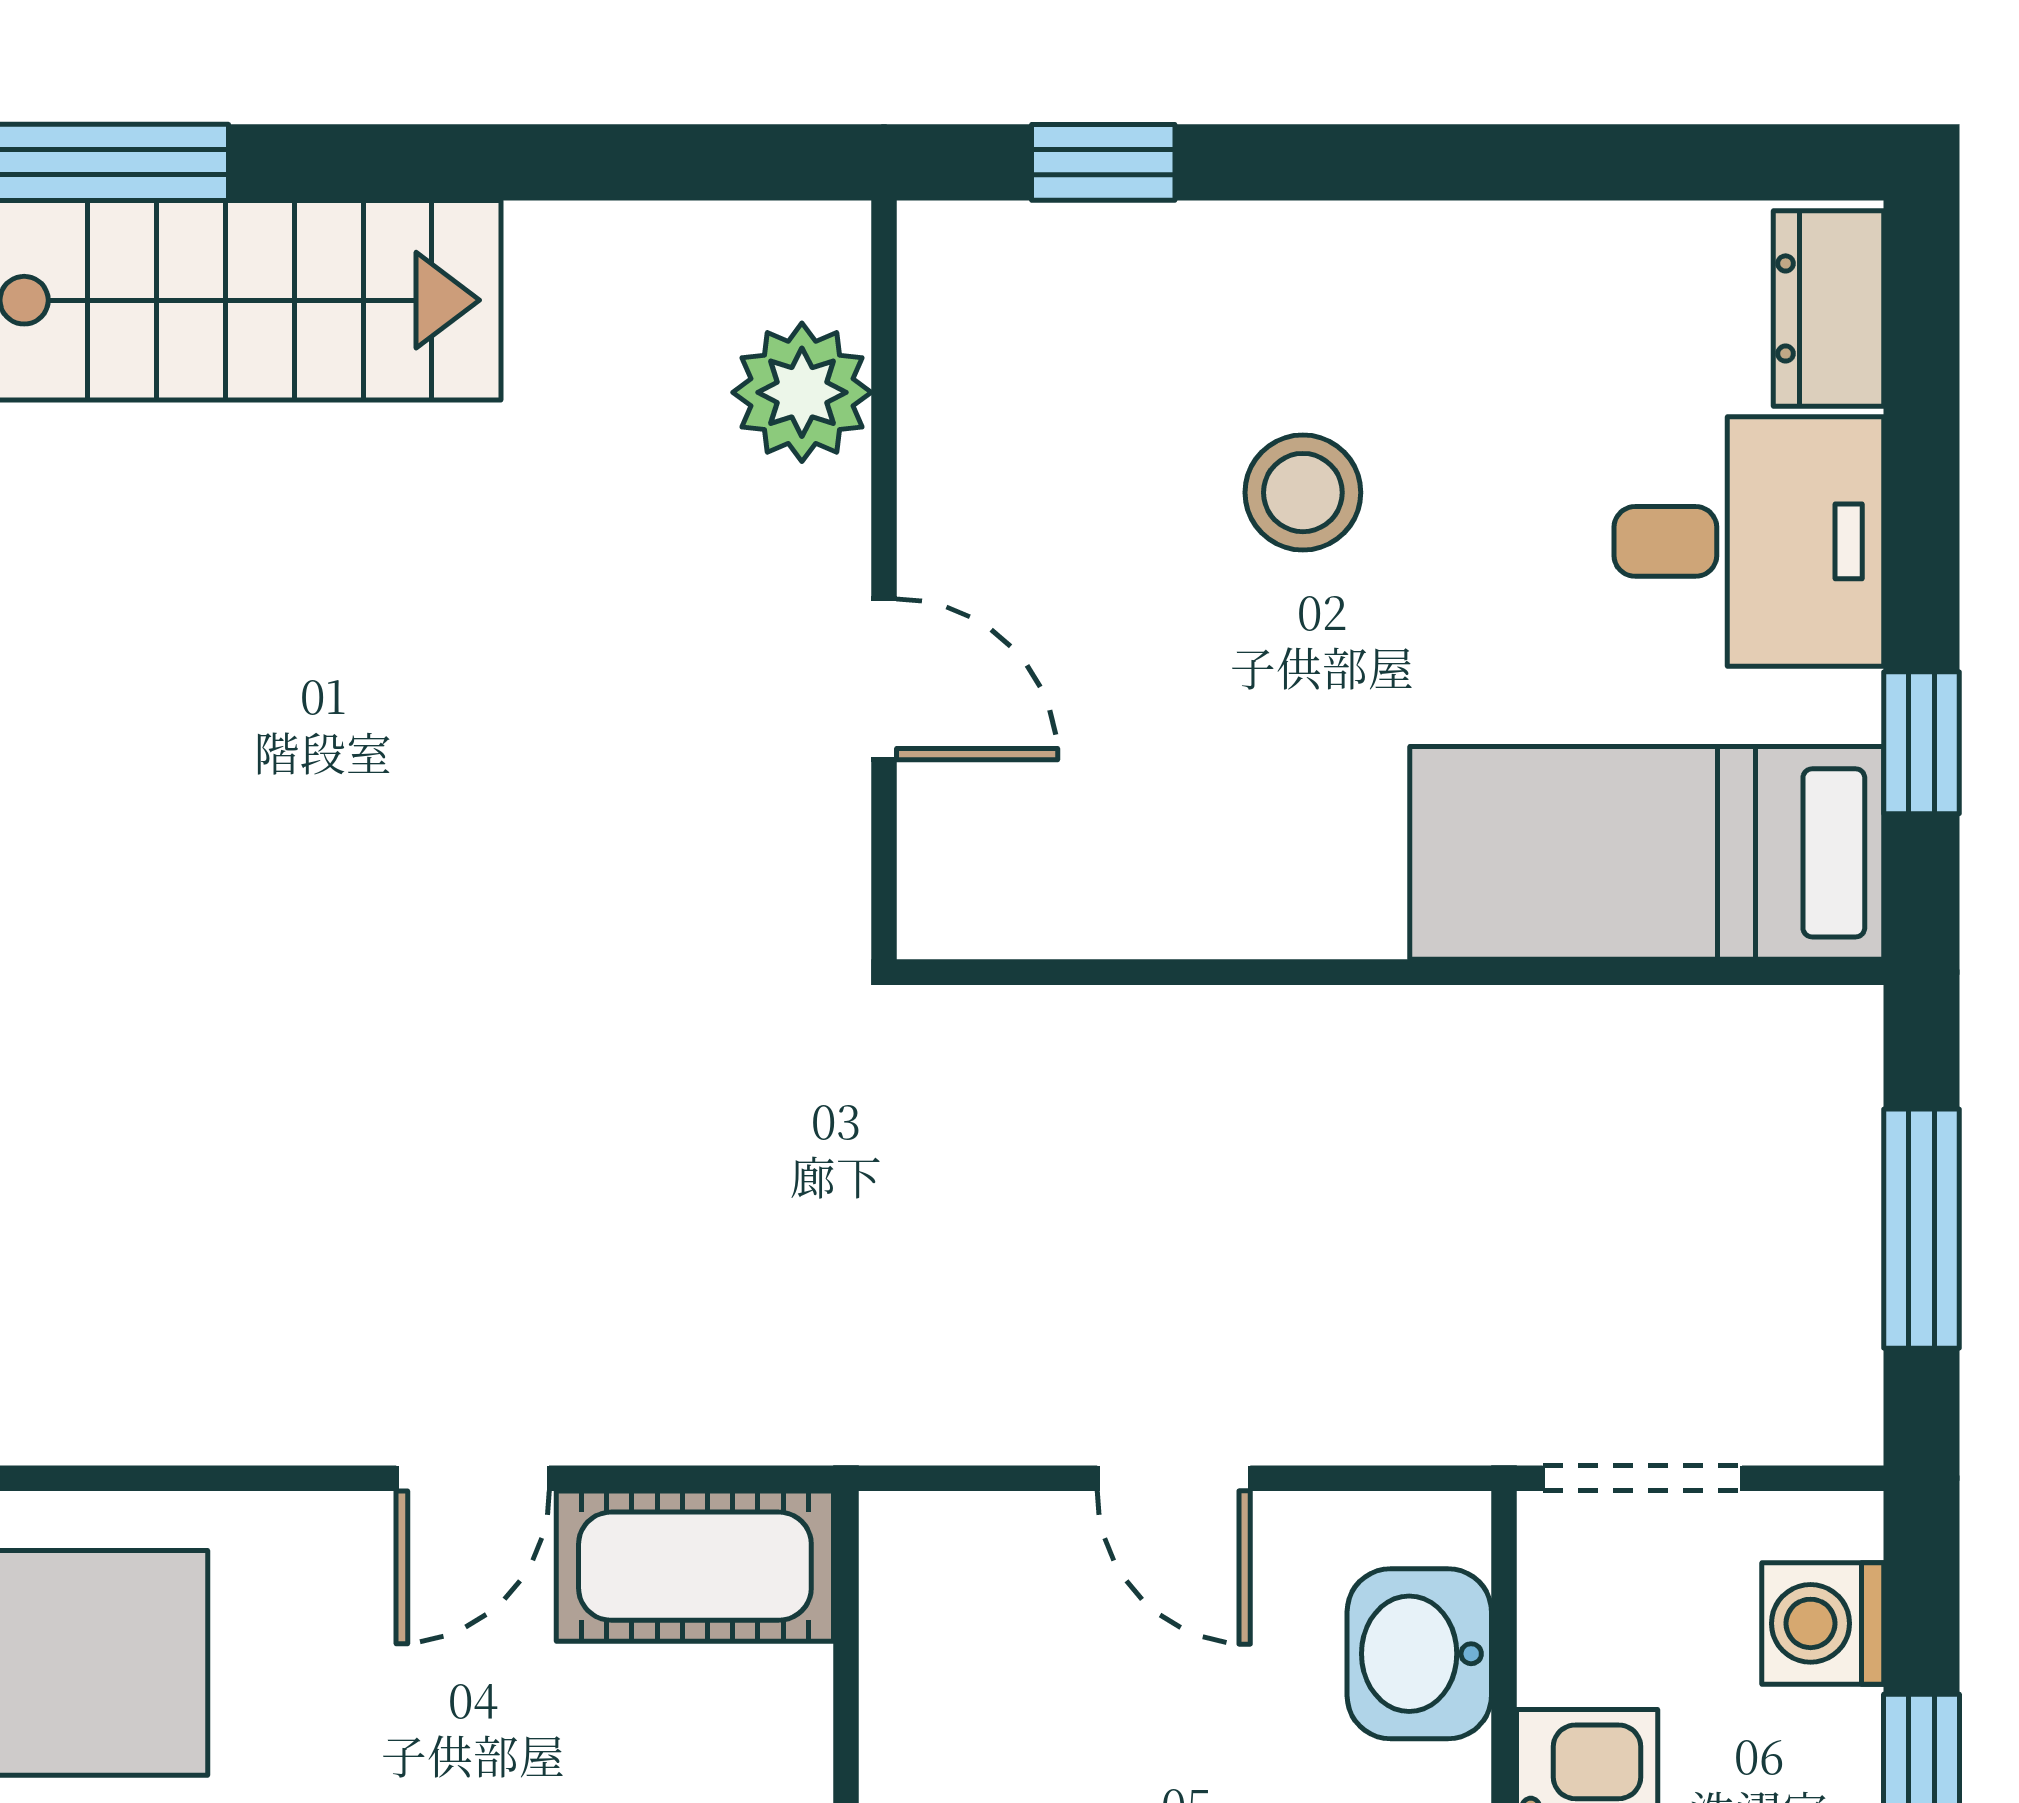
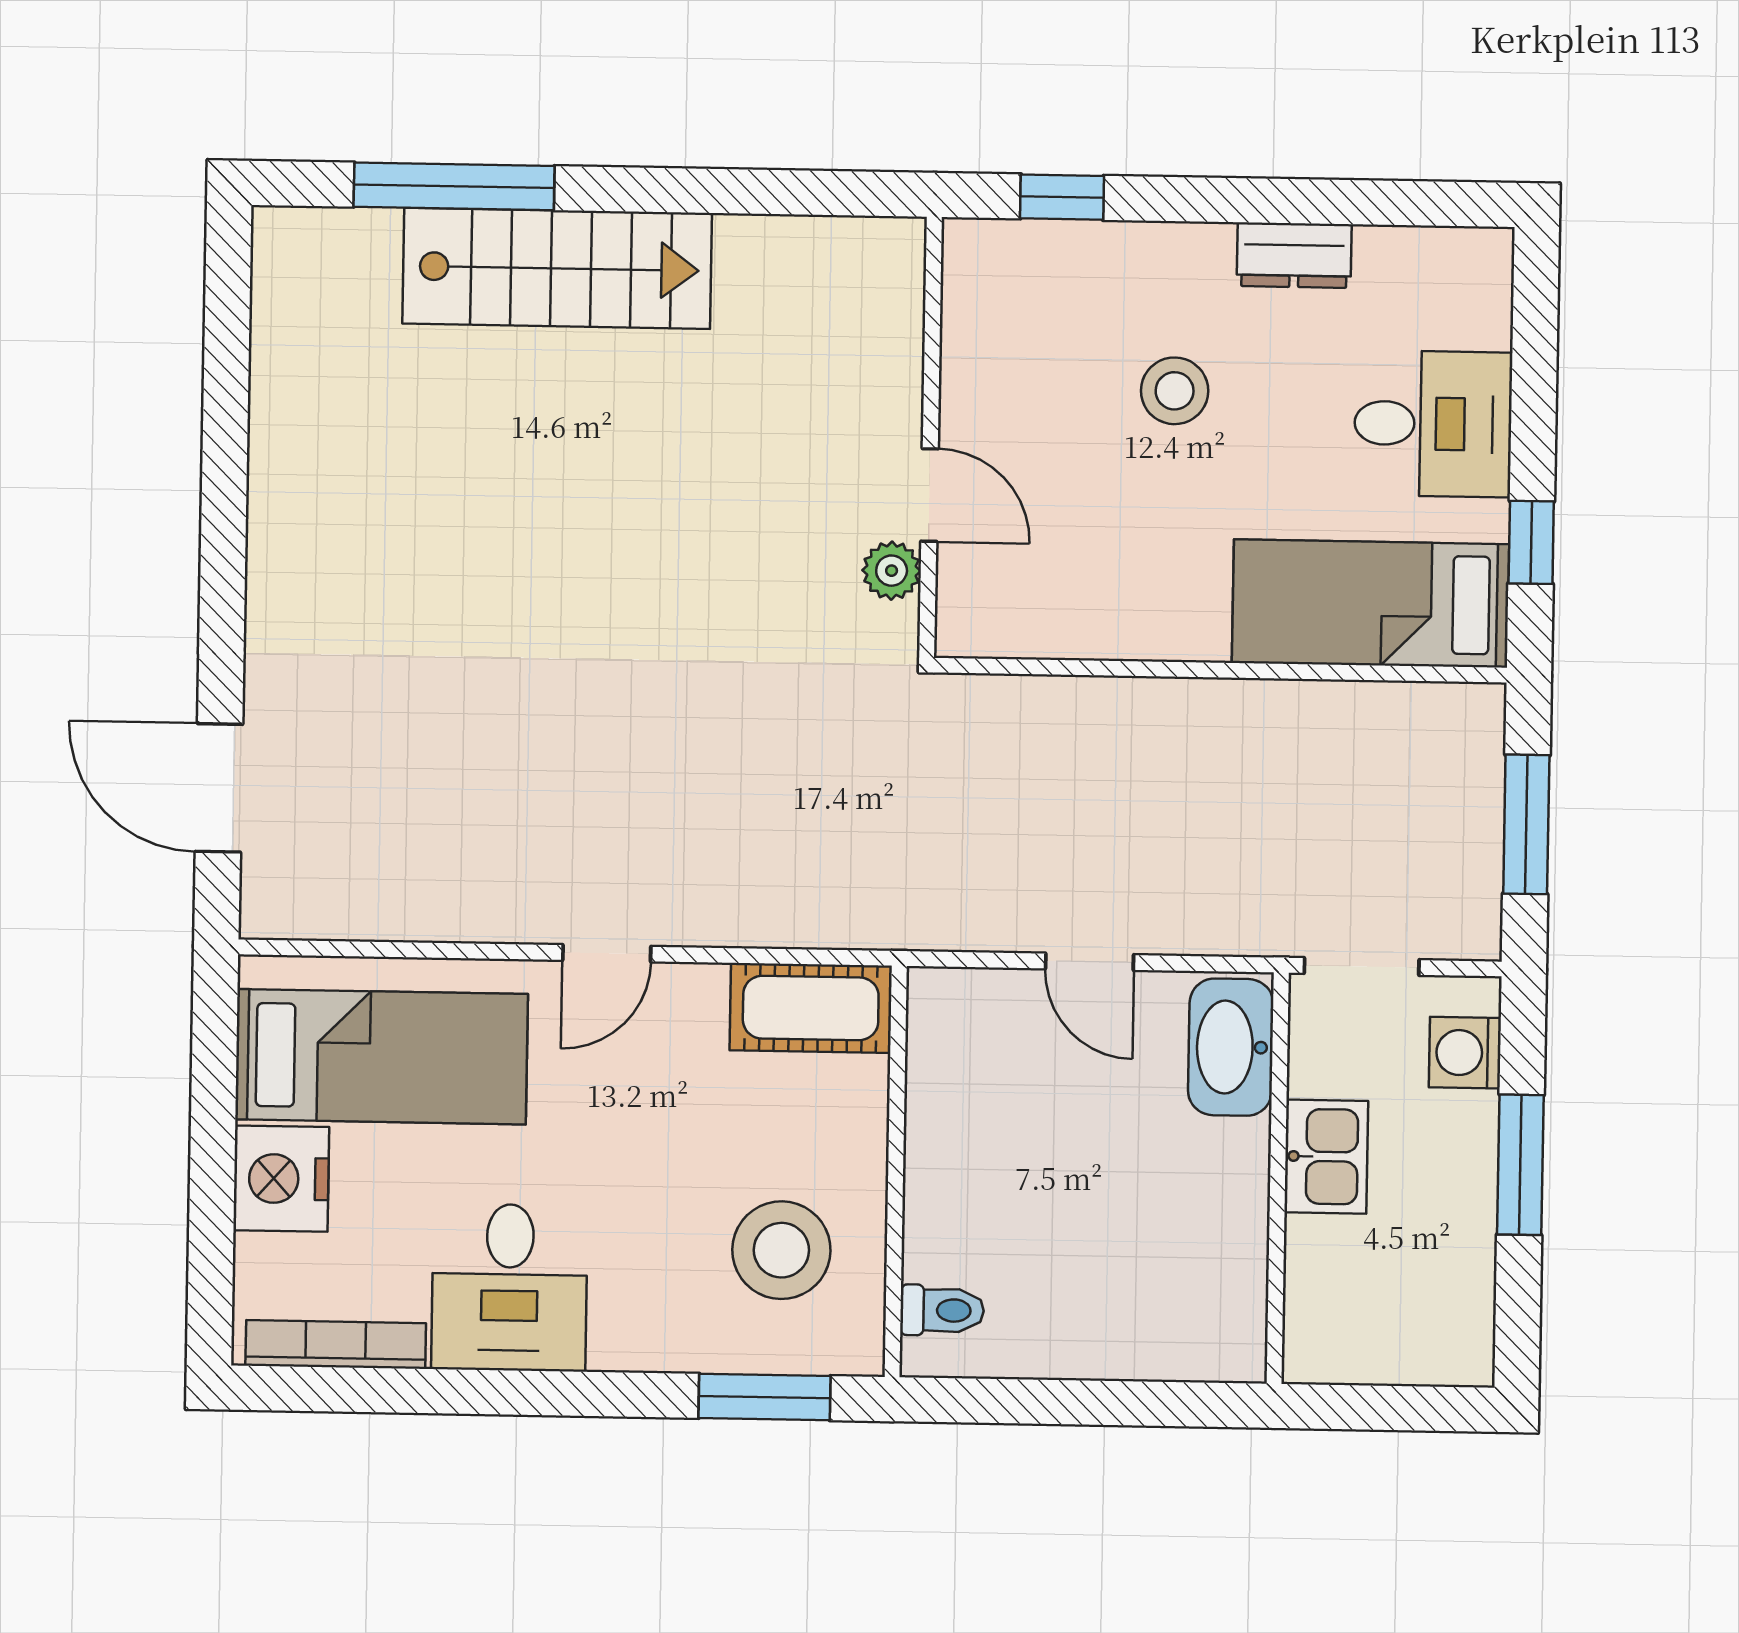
dresser: (1828, 308) -> (1294, 255), moved, turned -90
plant: (802, 392) -> (892, 571), moved, width x0.73, depth x0.73
door: (473, 1478) -> (607, 953), moved
washbasin: (1419, 1654) -> (1231, 1047), width x1.38

